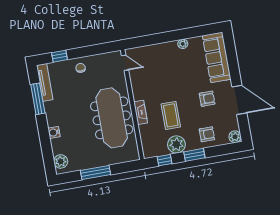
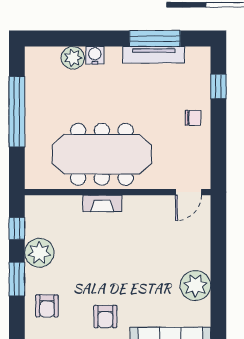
plant: (183, 44) -> (195, 286), width x1.88, depth x1.88
tv unit: (45, 82) -> (154, 55), moved
coffee table: (171, 115) -> (89, 252), removed
plant: (61, 161) -> (73, 58), moved
window: (95, 172) -> (17, 112), width x1.46

